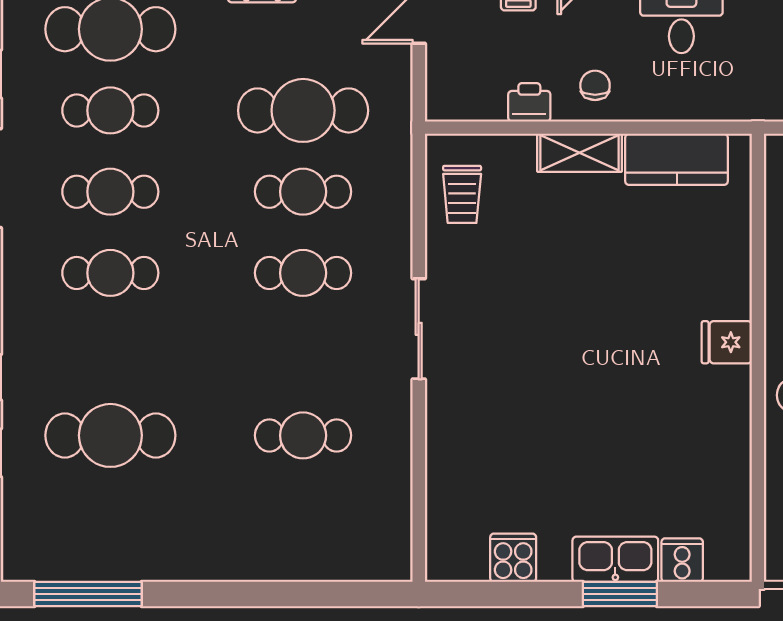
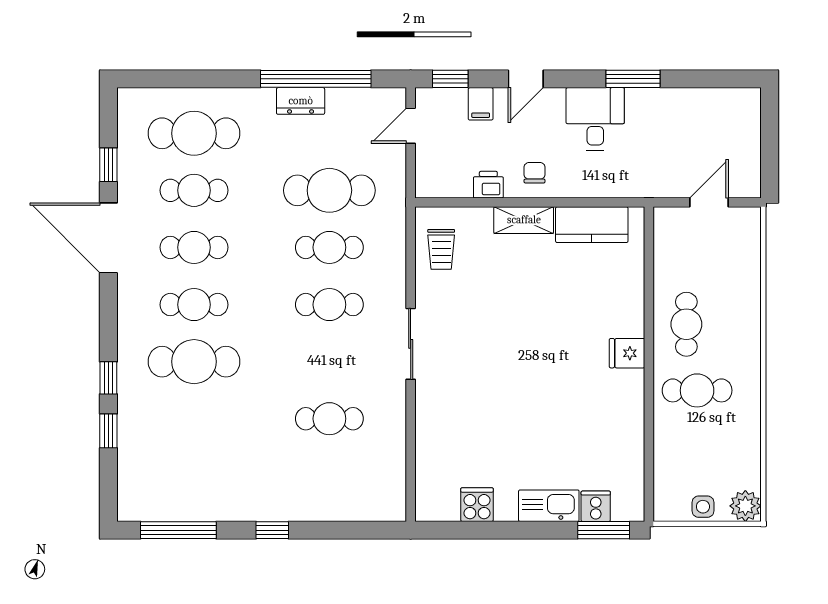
cafe table: (110, 435) -> (194, 362), moved
window: (222, 594) -> (272, 530), added
window: (620, 594) -> (604, 530), moved

